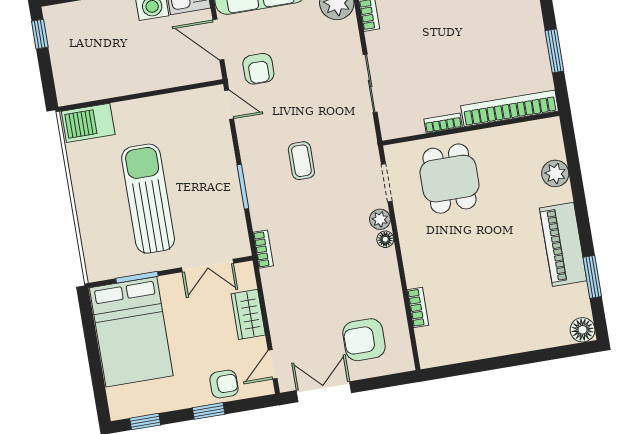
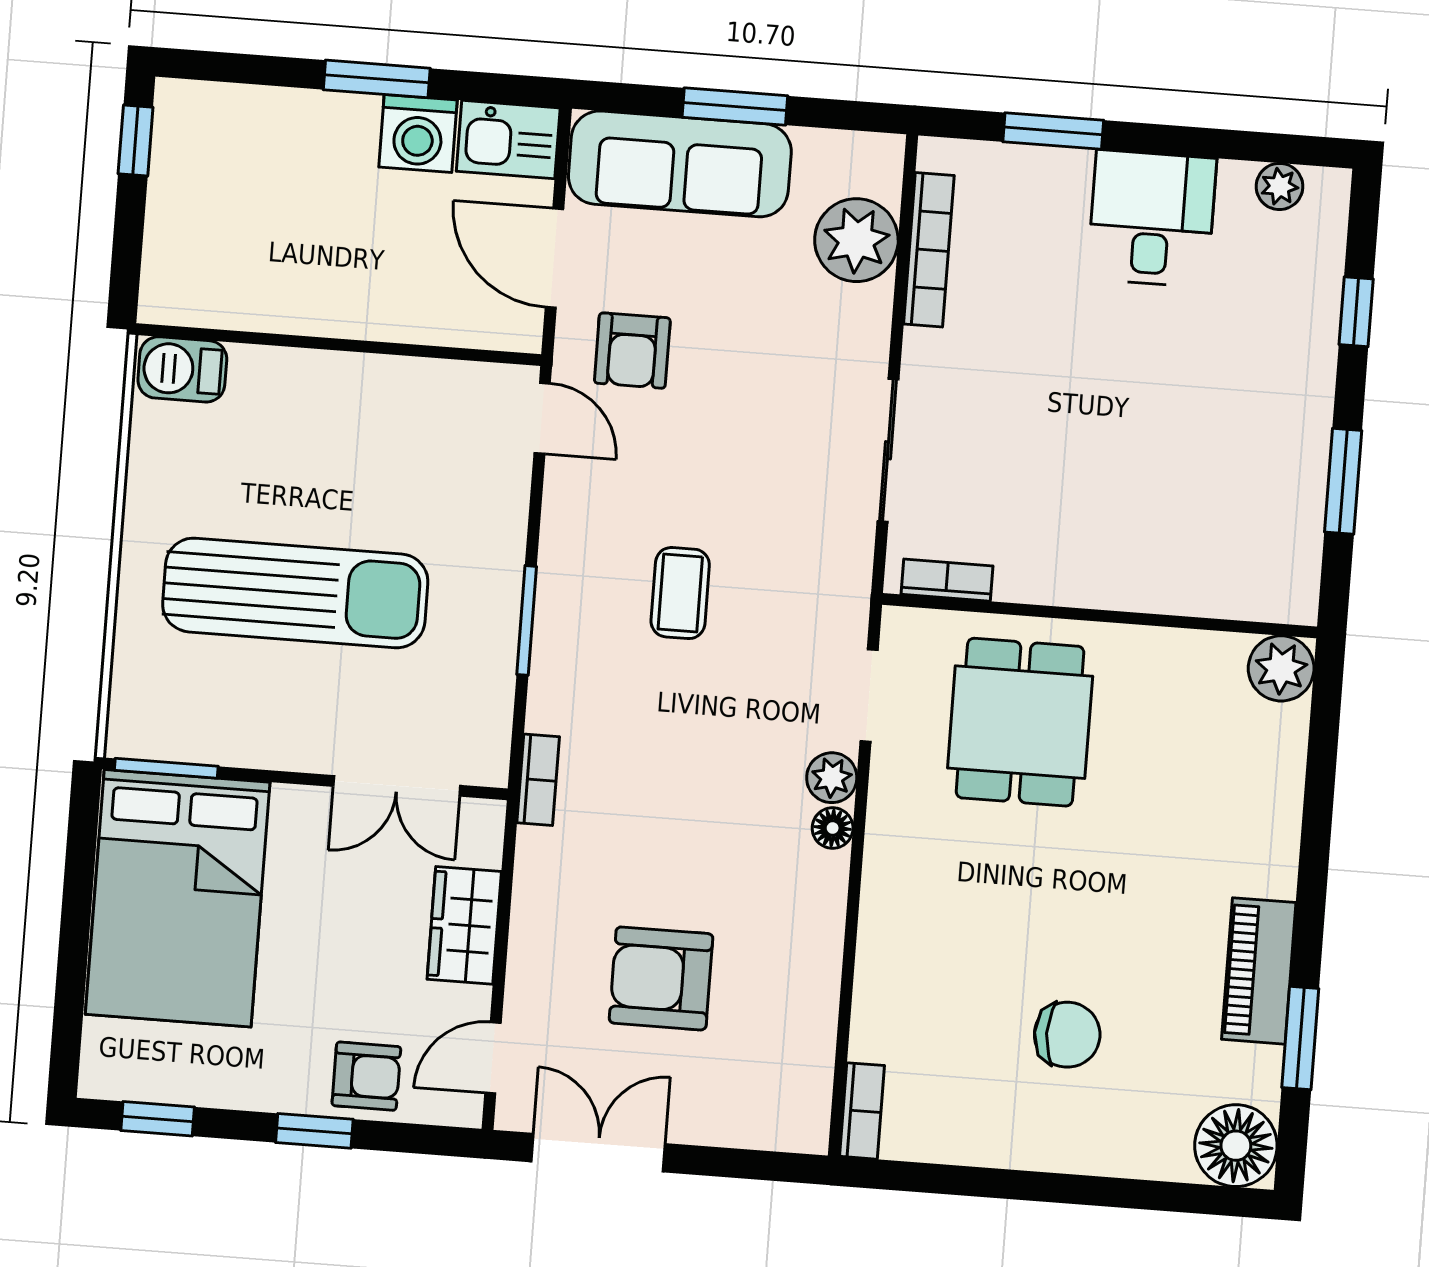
bookcase: (510, 108) -> (1203, 591), removed
barbecue: (88, 123) -> (182, 369), width x0.73, depth x0.79
bookcase: (443, 123) -> (947, 580), moved
plant: (555, 173) -> (1281, 668), moved
sun lounger: (148, 199) -> (295, 593), turned 90
piano: (563, 244) -> (1259, 971), width x0.73, depth x0.75
window: (137, 277) -> (166, 768), moved
chair: (499, 298) -> (1067, 1035), added
bookcase: (418, 308) -> (862, 1111), moved
floor lamp: (583, 330) -> (1236, 1146), width x1.38, depth x1.38
armchair: (364, 340) -> (661, 978), moved

